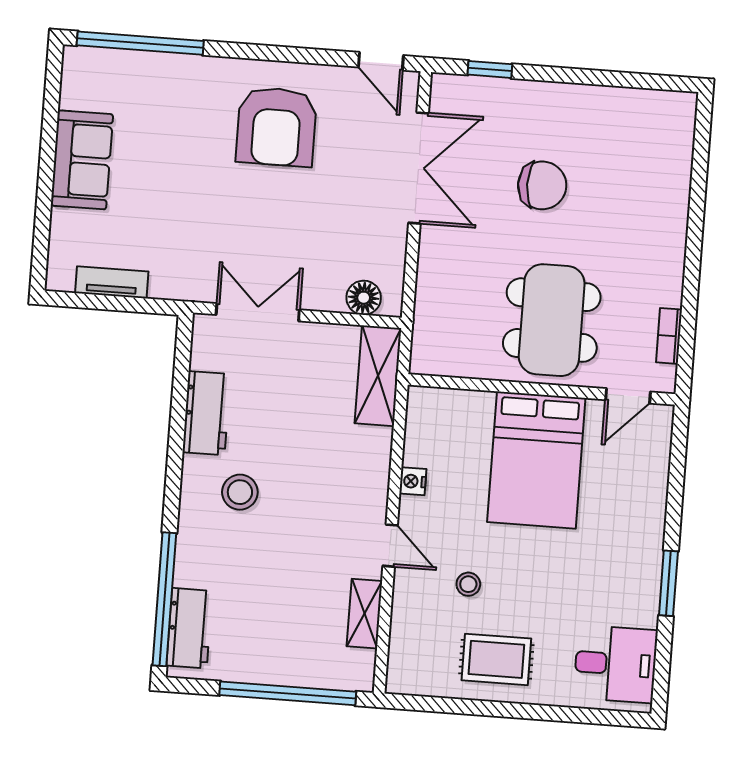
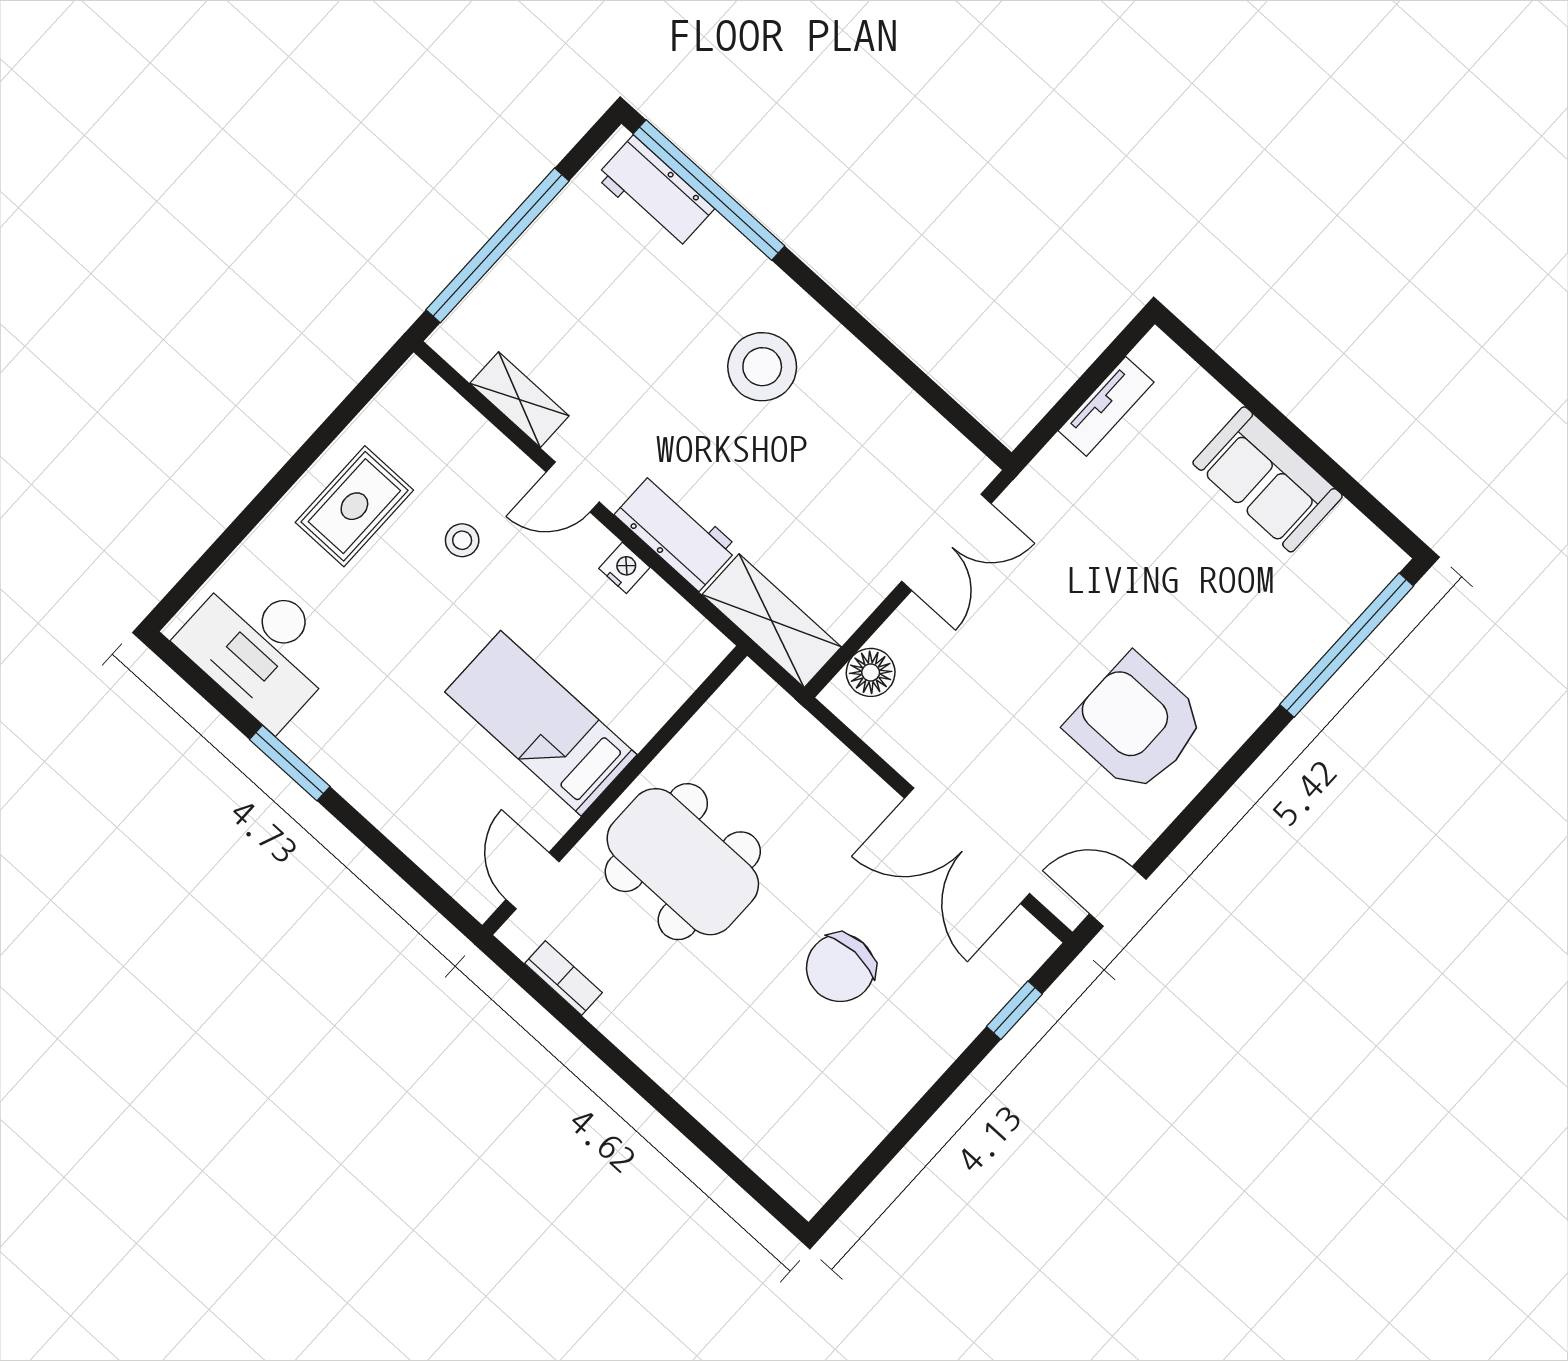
workbench: (206, 413) -> (676, 531), moved, turned 180
bed: (536, 460) -> (541, 723), width x0.67
stool: (240, 492) -> (762, 367), width x1.38, depth x1.38
desk: (616, 664) -> (260, 647), width x1.37

